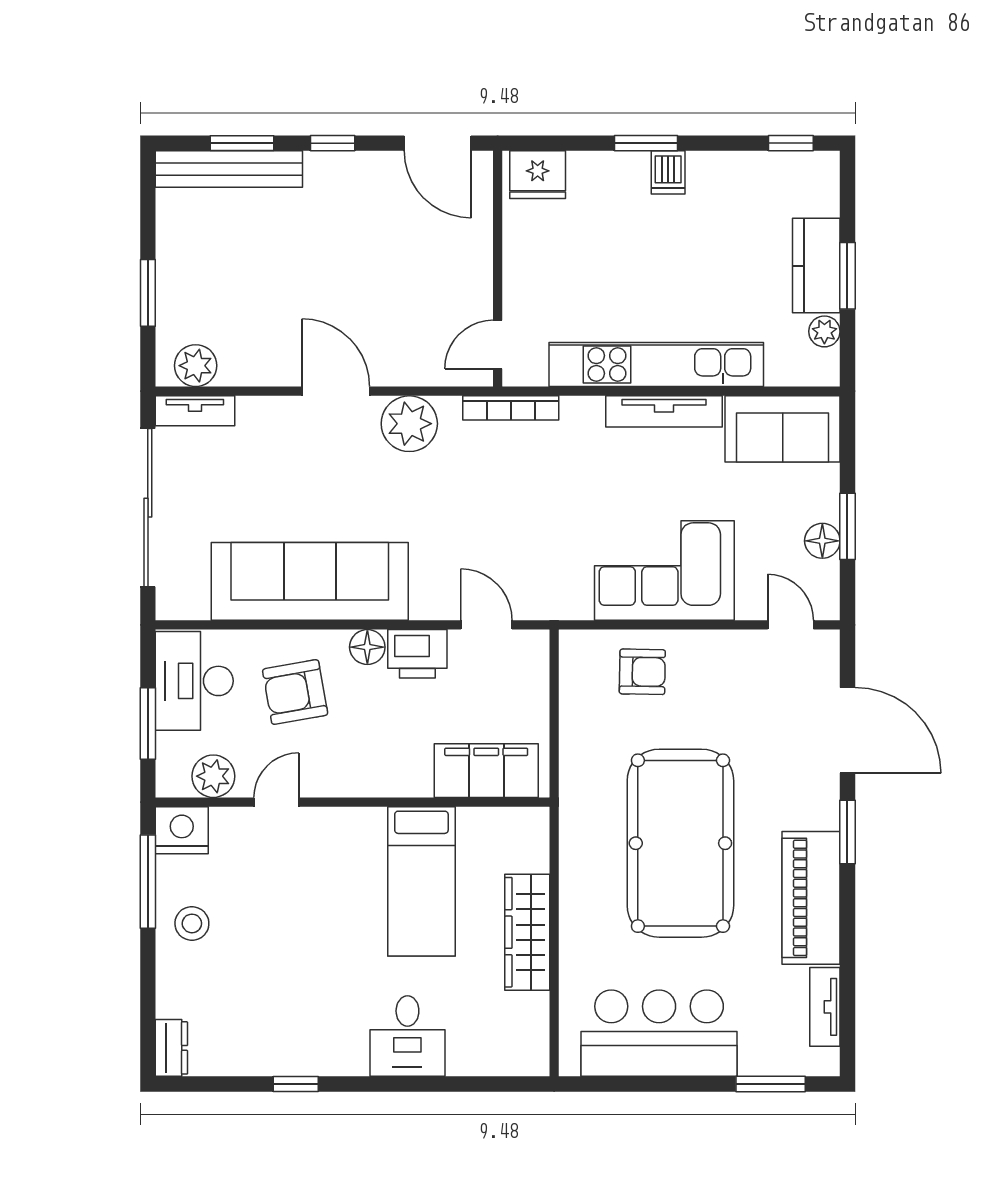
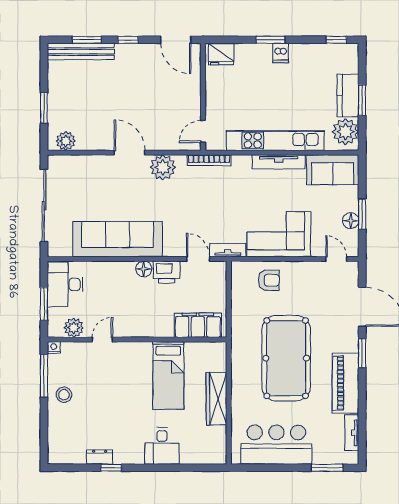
plant: (824, 331) -> (345, 132), width x1.87, depth x1.87
tv unit: (195, 411) -> (228, 250), moved, turned 180
armchair: (295, 692) -> (111, 289), removed
nightstand: (182, 830) -> (54, 348), width x0.53, depth x0.56
dresser: (171, 1048) -> (100, 457), moved, turned -90

